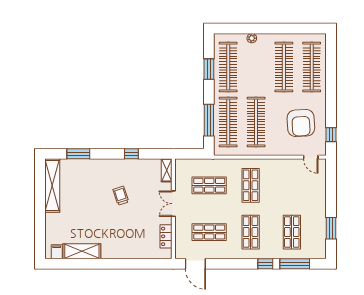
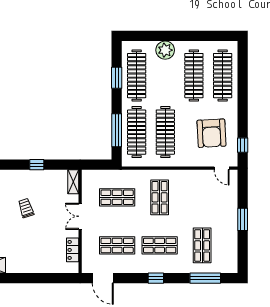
plant: (252, 38) -> (165, 50), width x1.88, depth x1.88
window: (331, 228) -> (243, 219), moved
shop shelf: (251, 232) -> (160, 245), turned 90
window: (265, 264) -> (156, 278), moved

